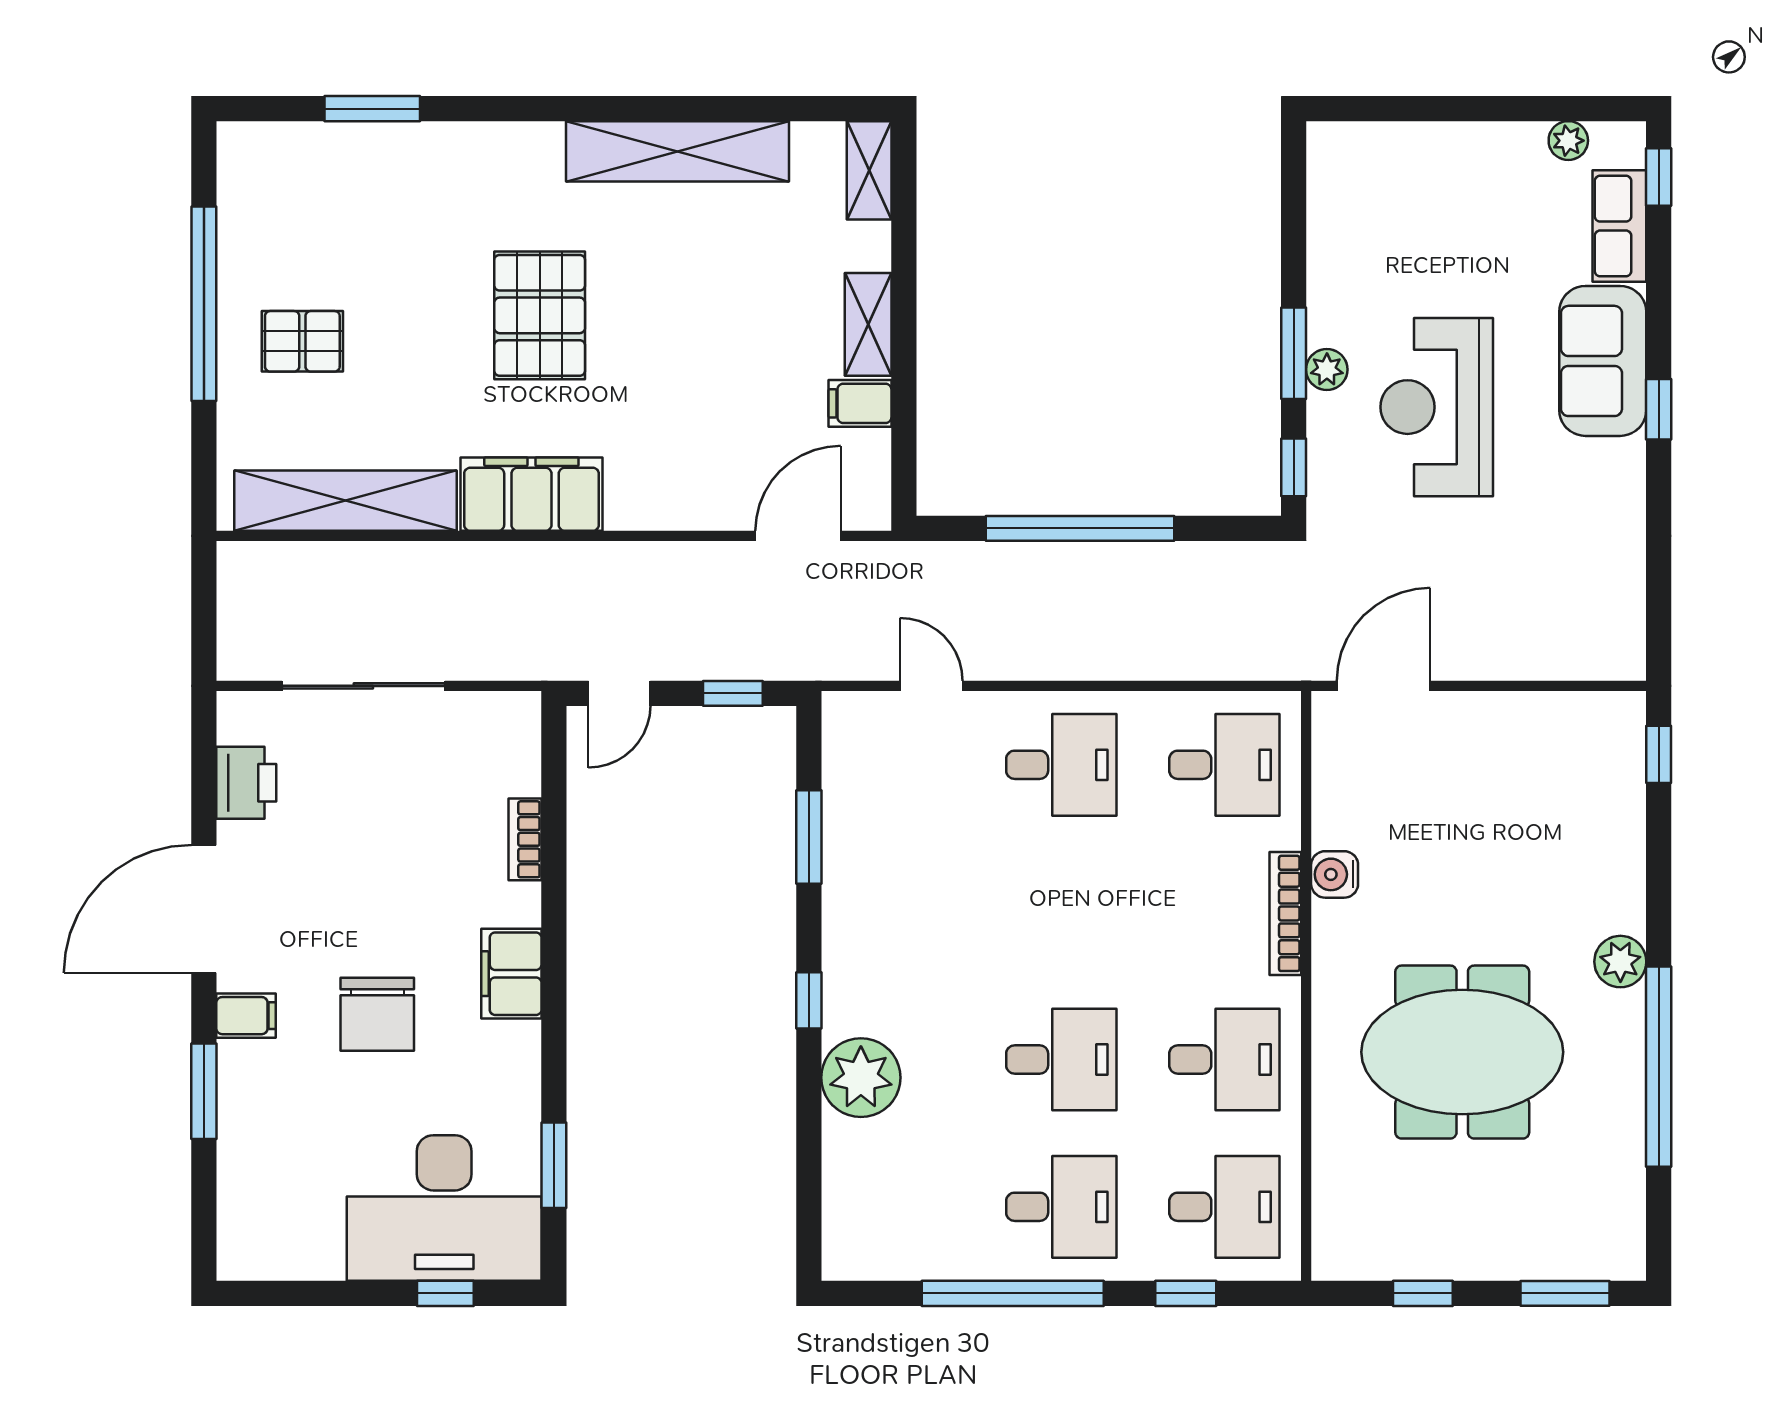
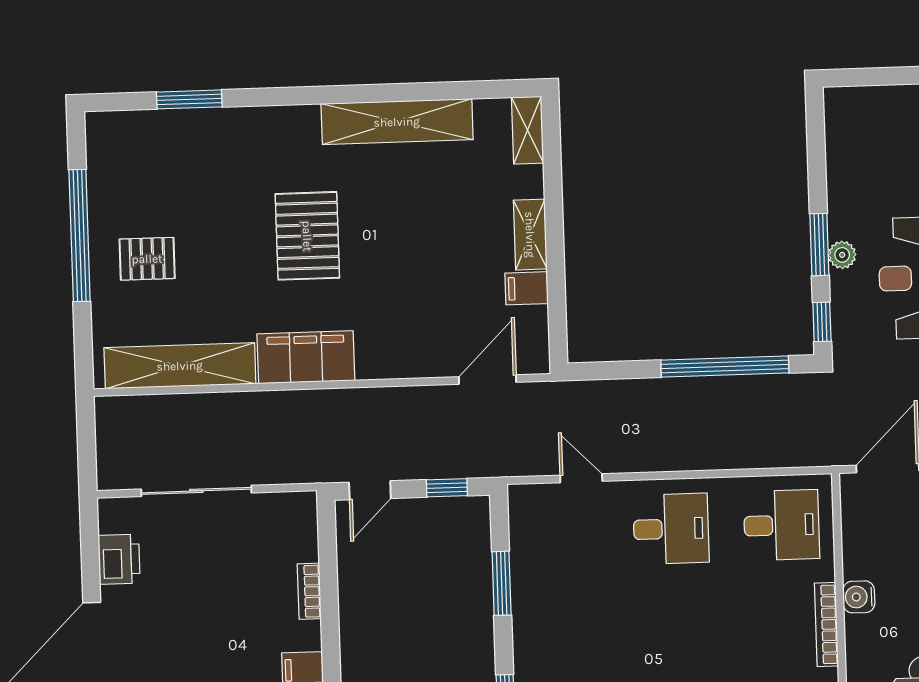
window: (1080, 528) -> (725, 367), moved

